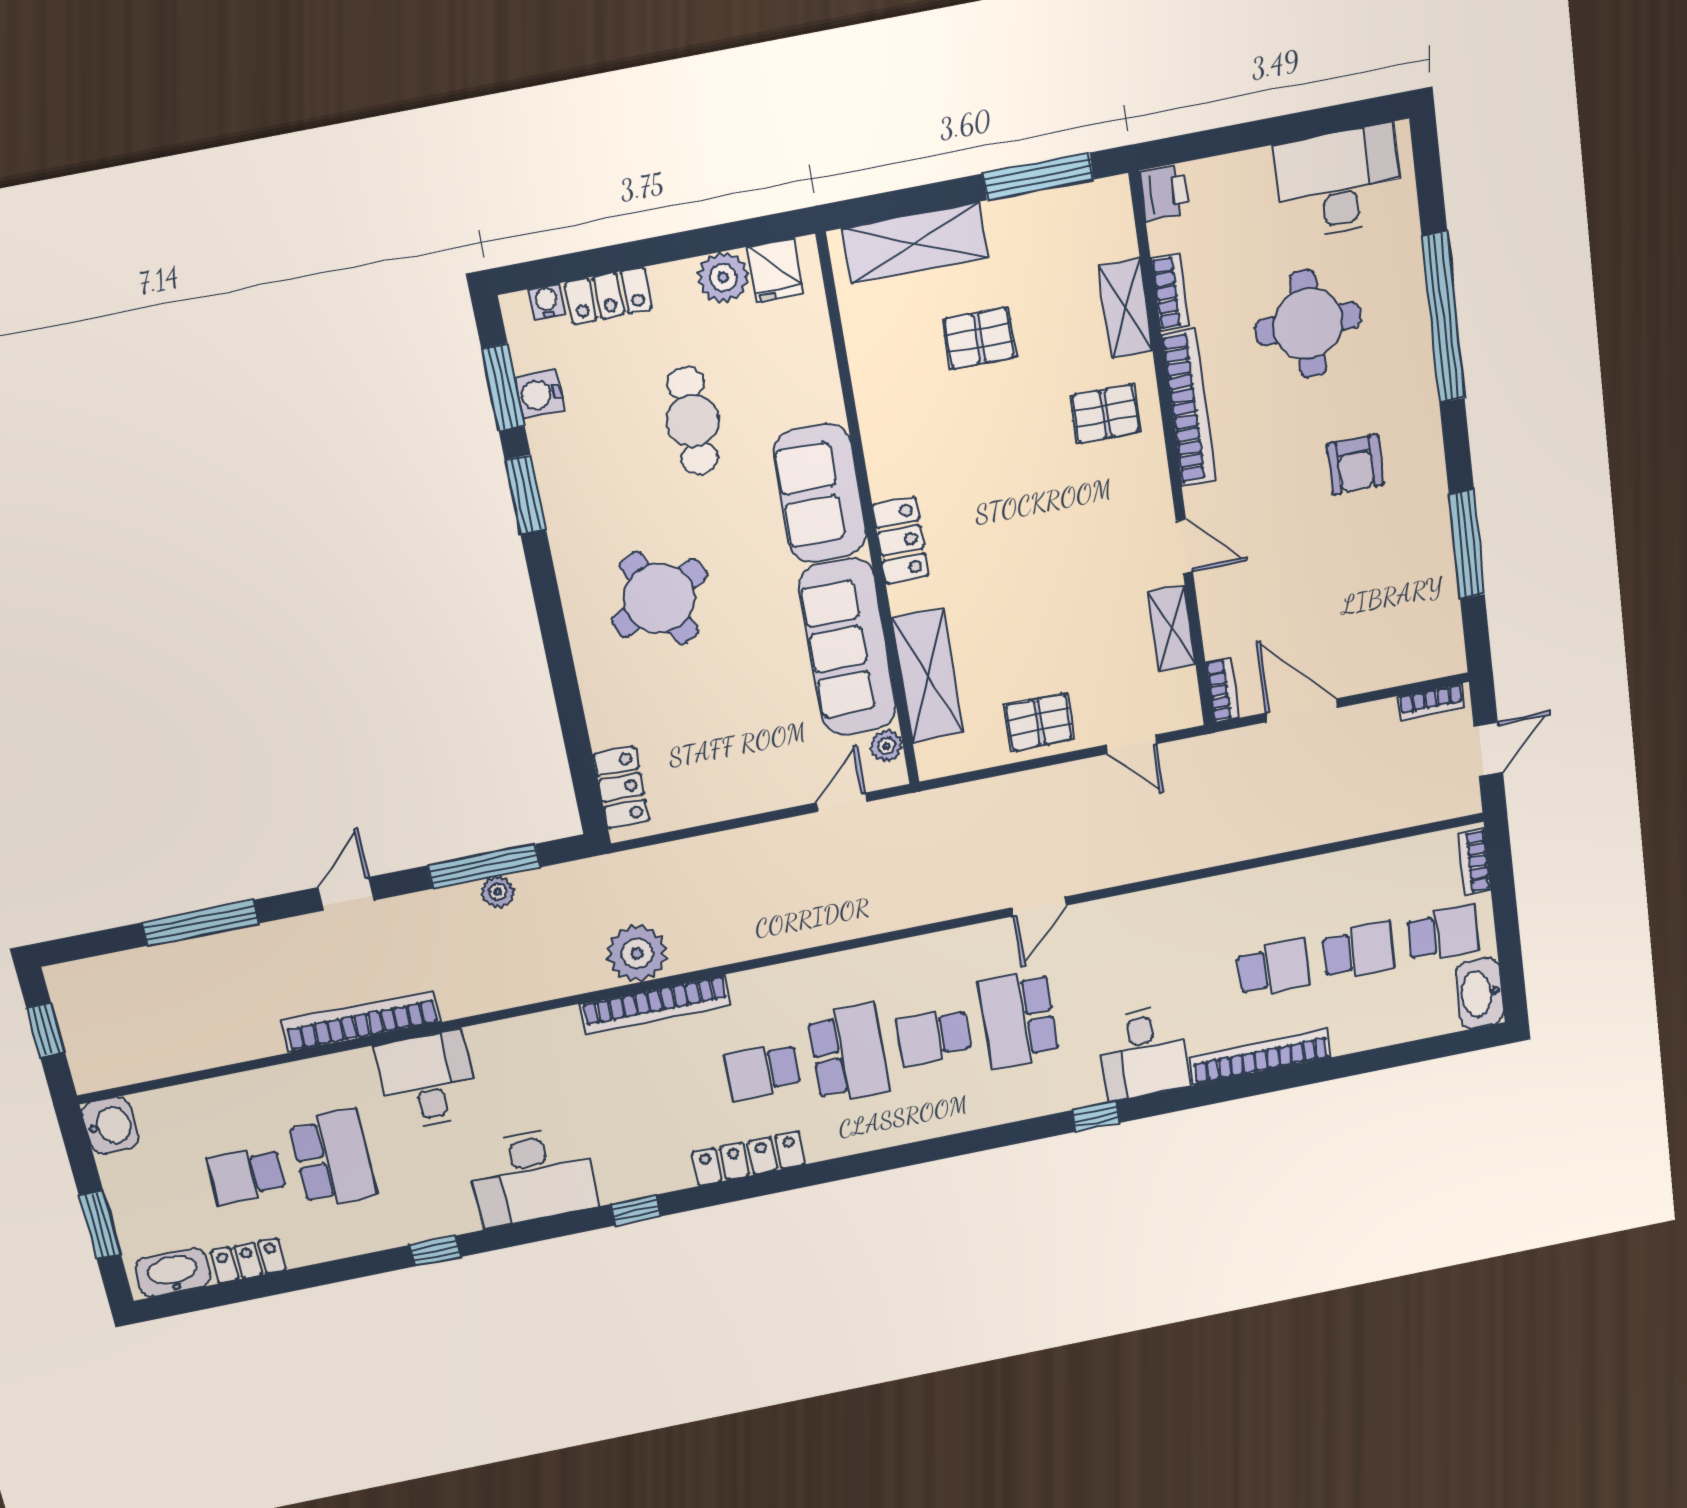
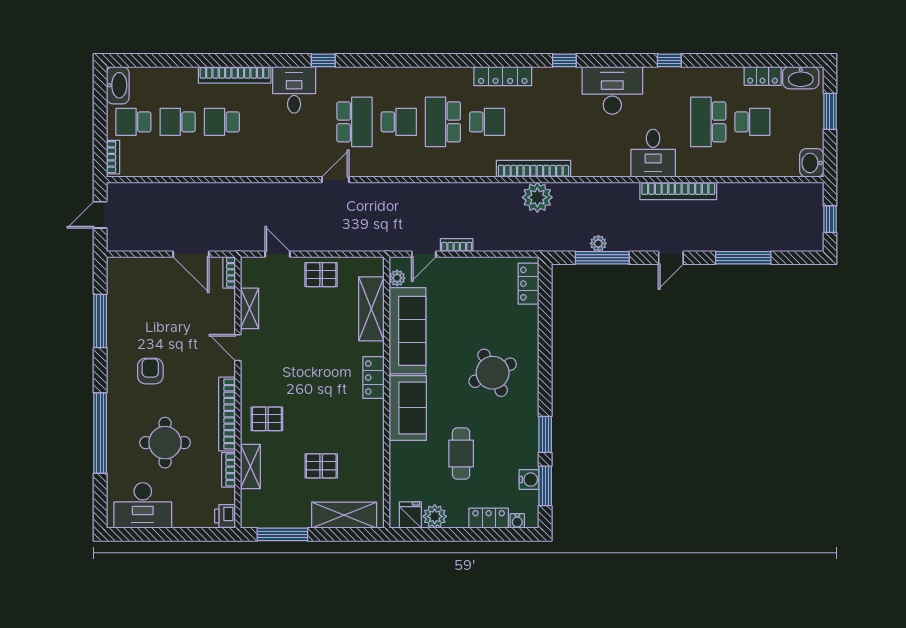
bookcase: (1431, 702) -> (457, 245), moved

